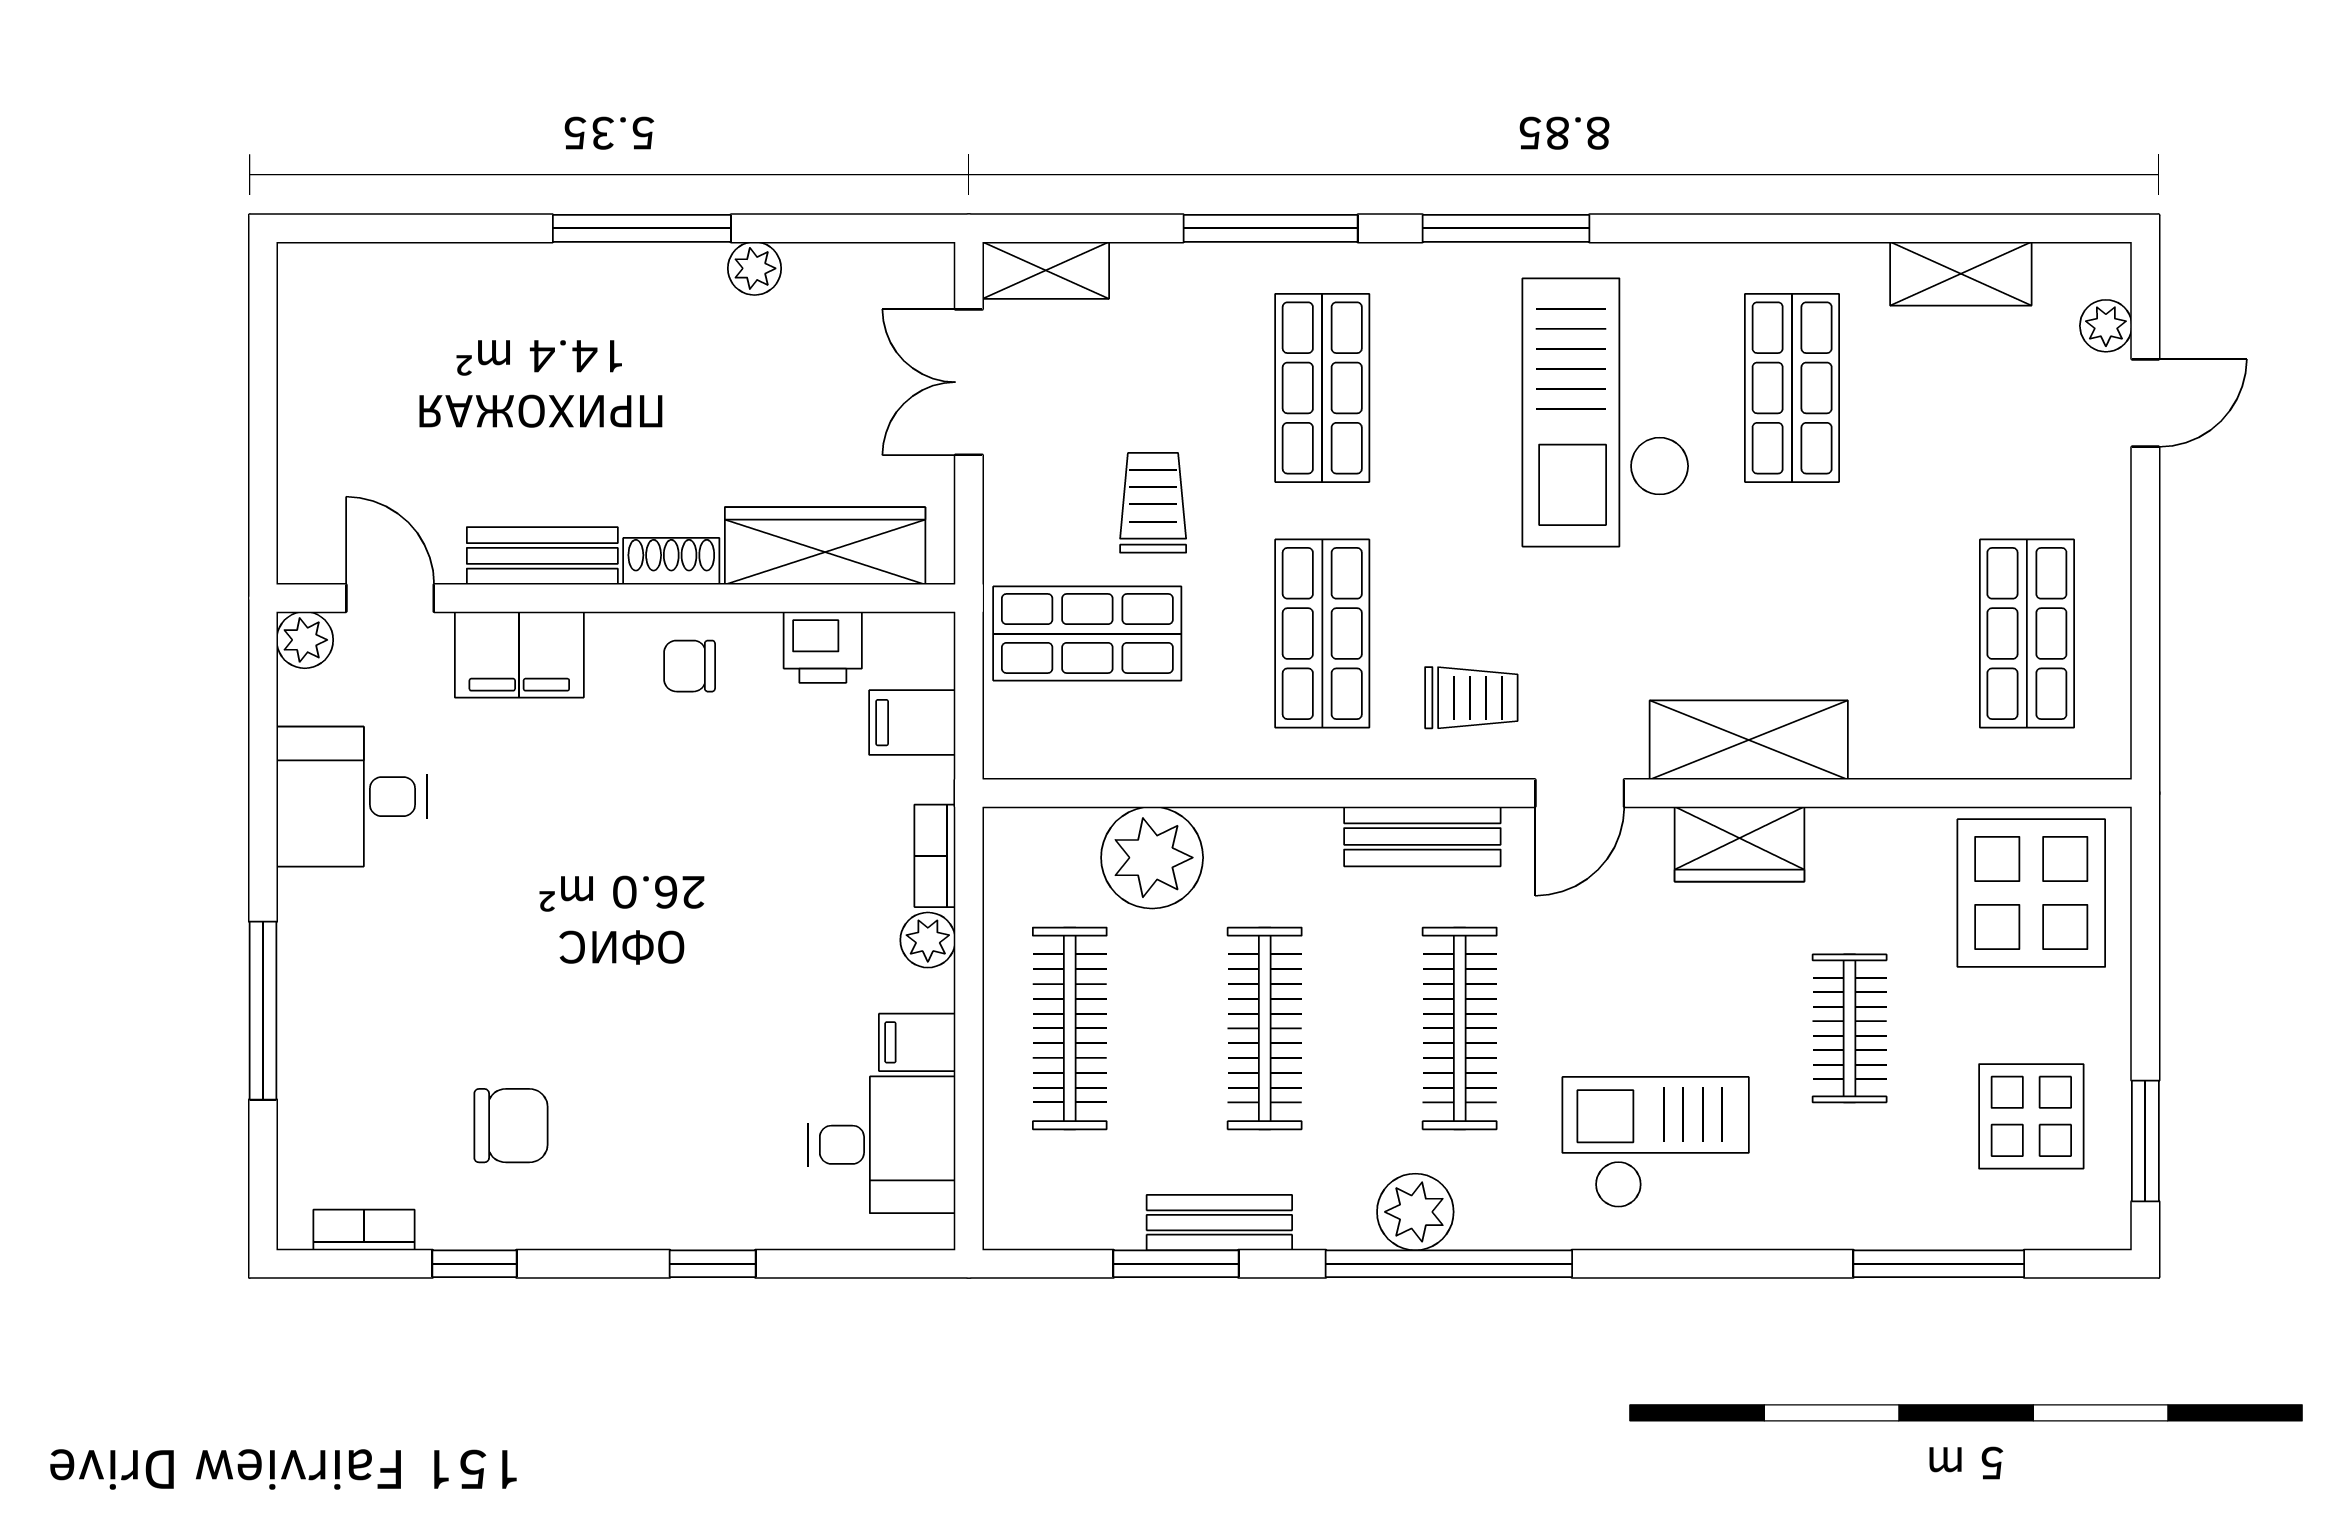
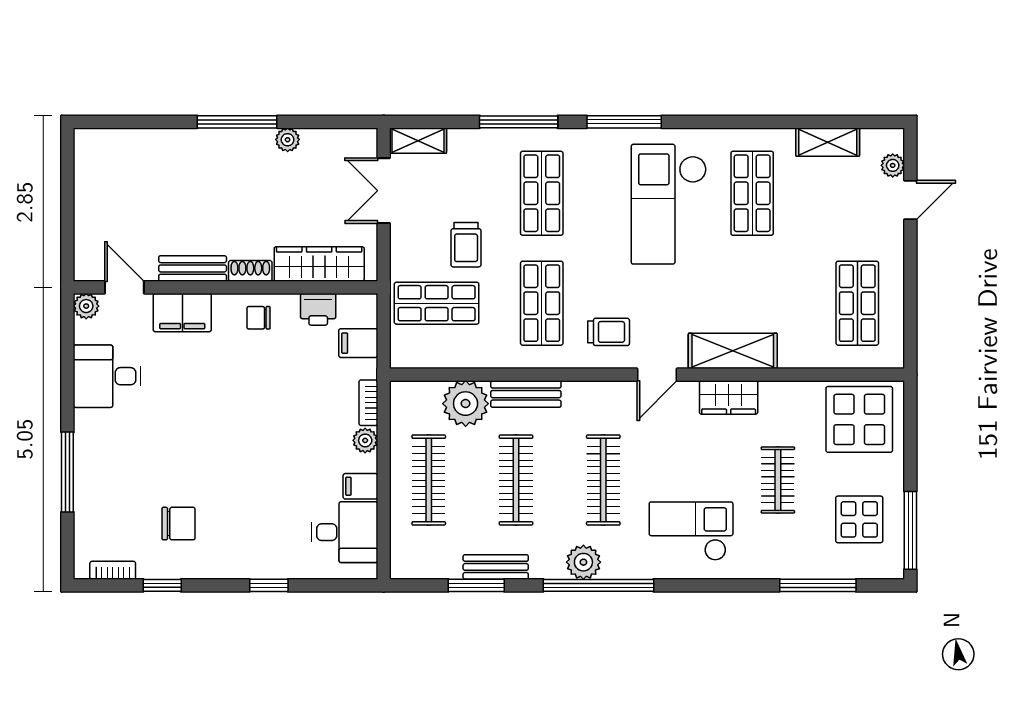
trolley: (1153, 503) -> (466, 245), turned 180
bench: (1422, 836) -> (526, 394), moved
window: (2145, 1141) -> (910, 530), width x1.44

